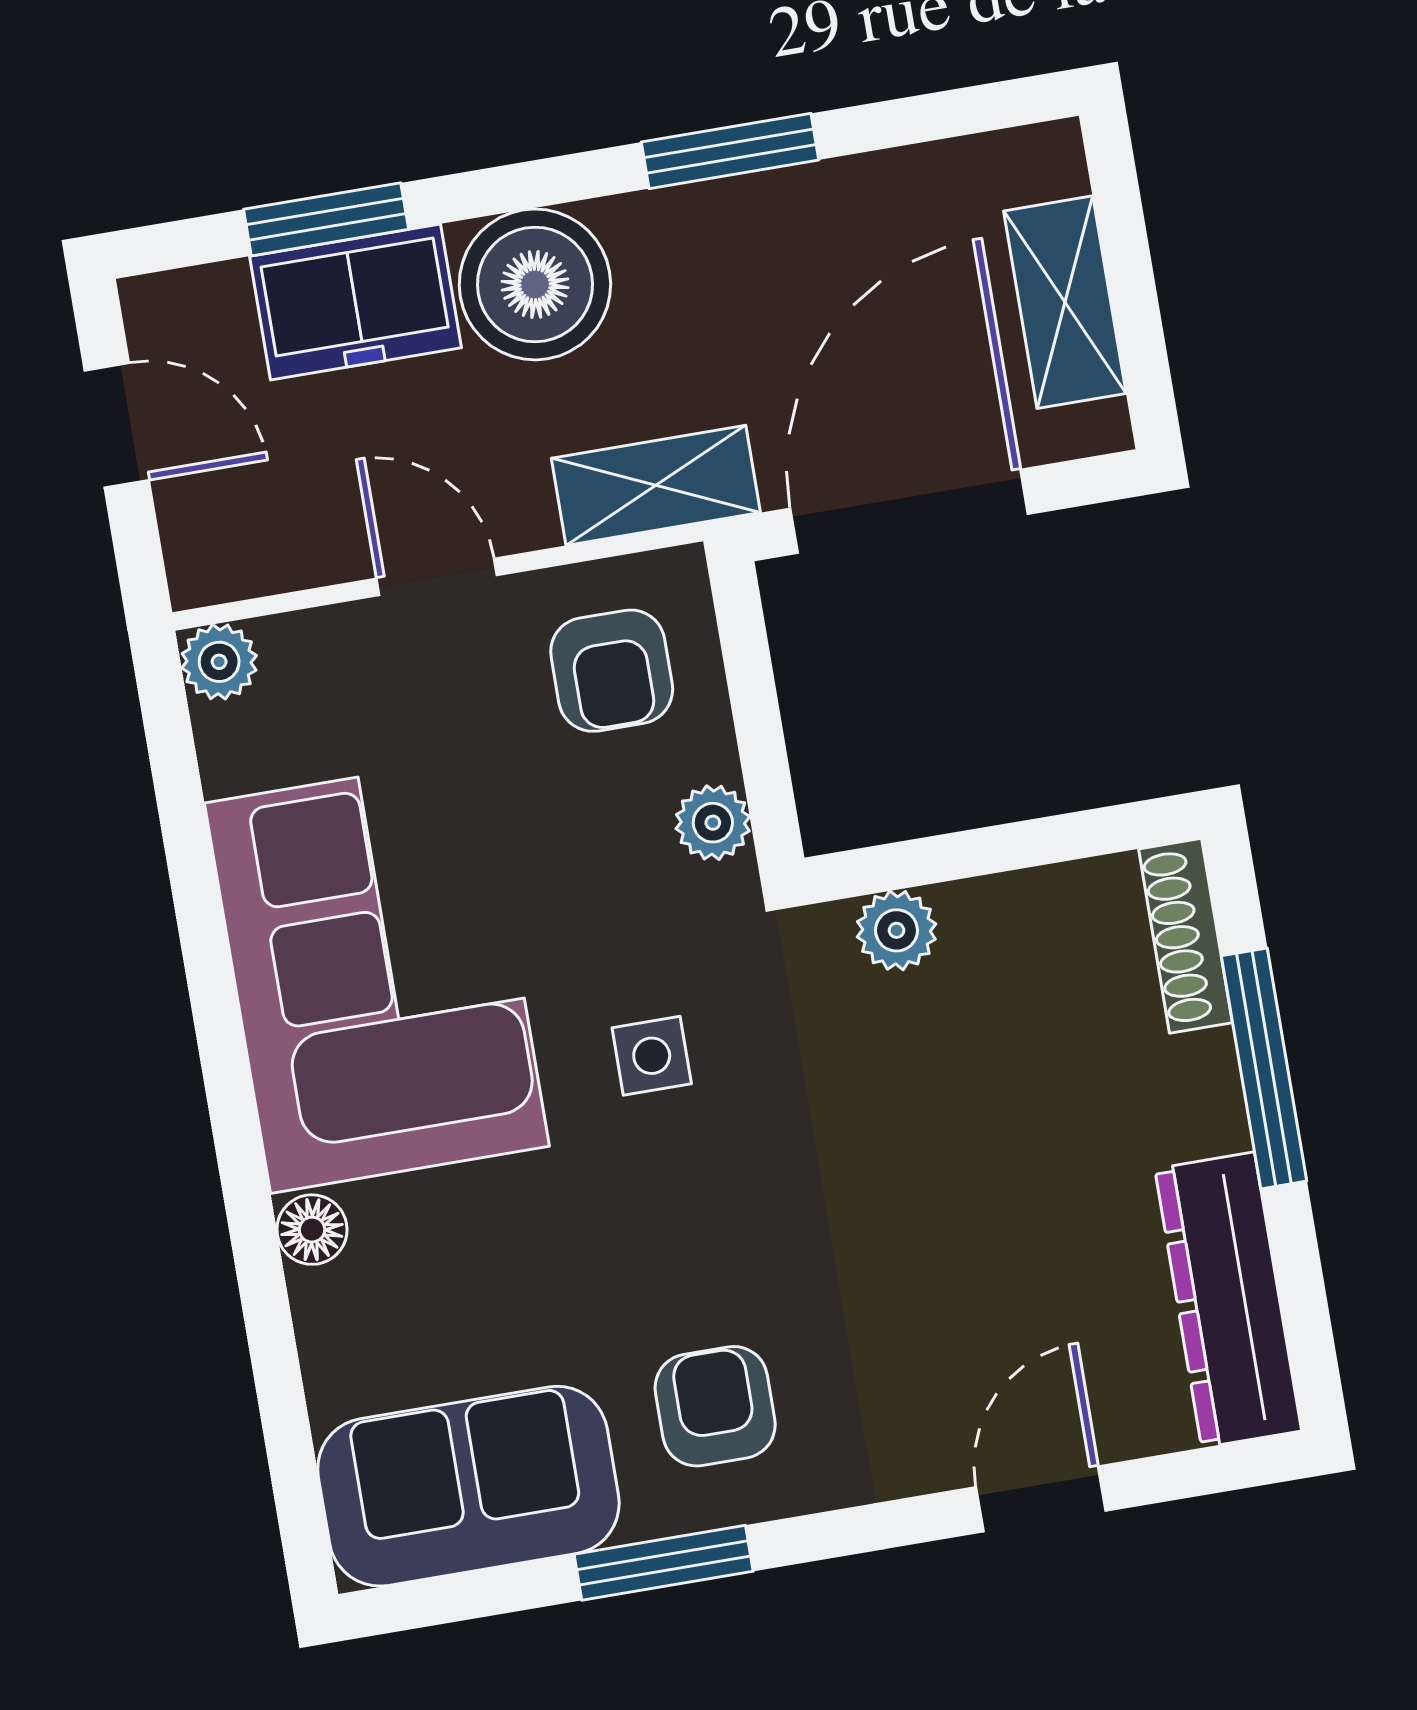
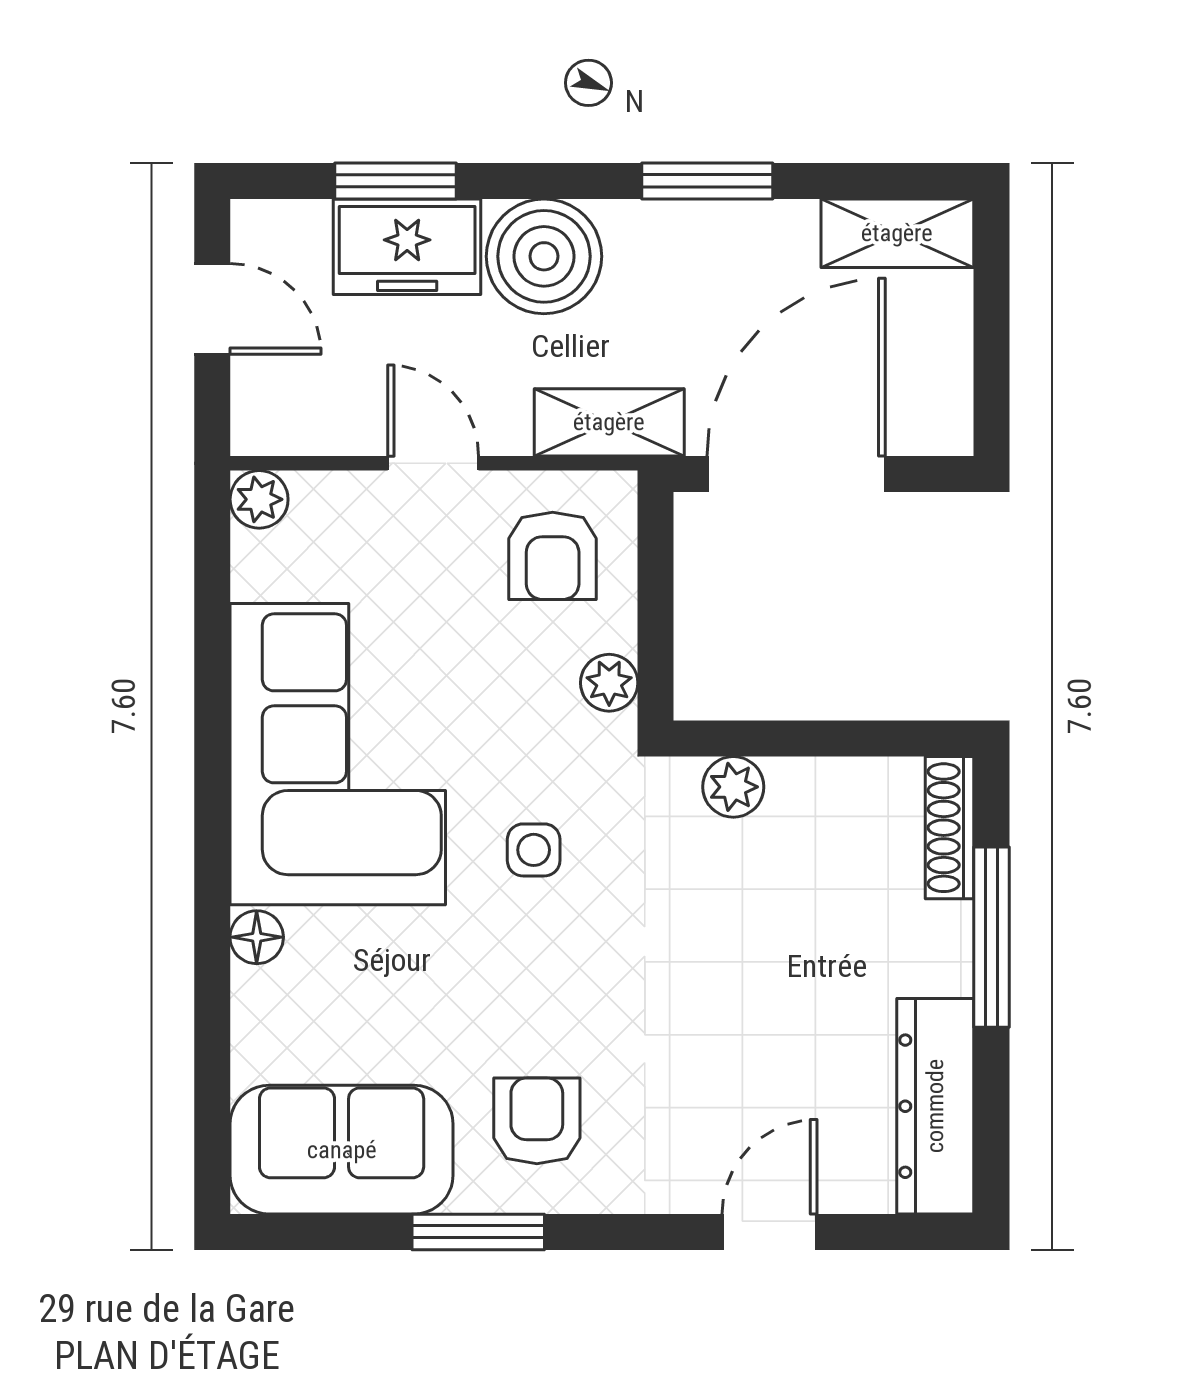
shelving: (1065, 302) -> (897, 233), moved, turned 90

